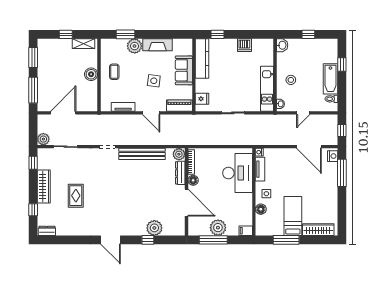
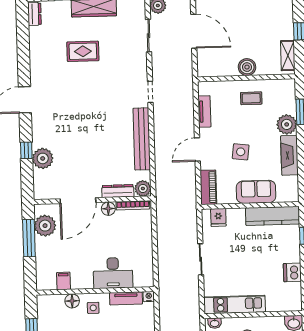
desk: (238, 173) -> (113, 273), width x0.73, depth x0.77
plant: (218, 228) -> (45, 226), moved
filing cabinet: (246, 231) -> (63, 281), moved

